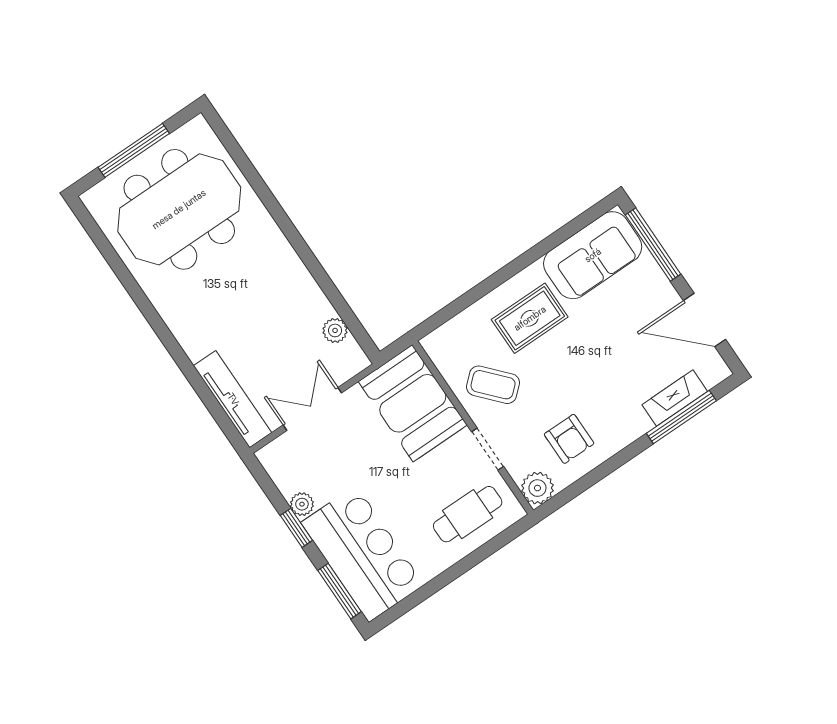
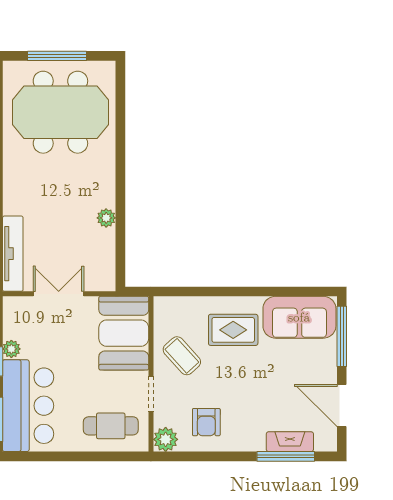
plant: (335, 330) -> (106, 218), moved

